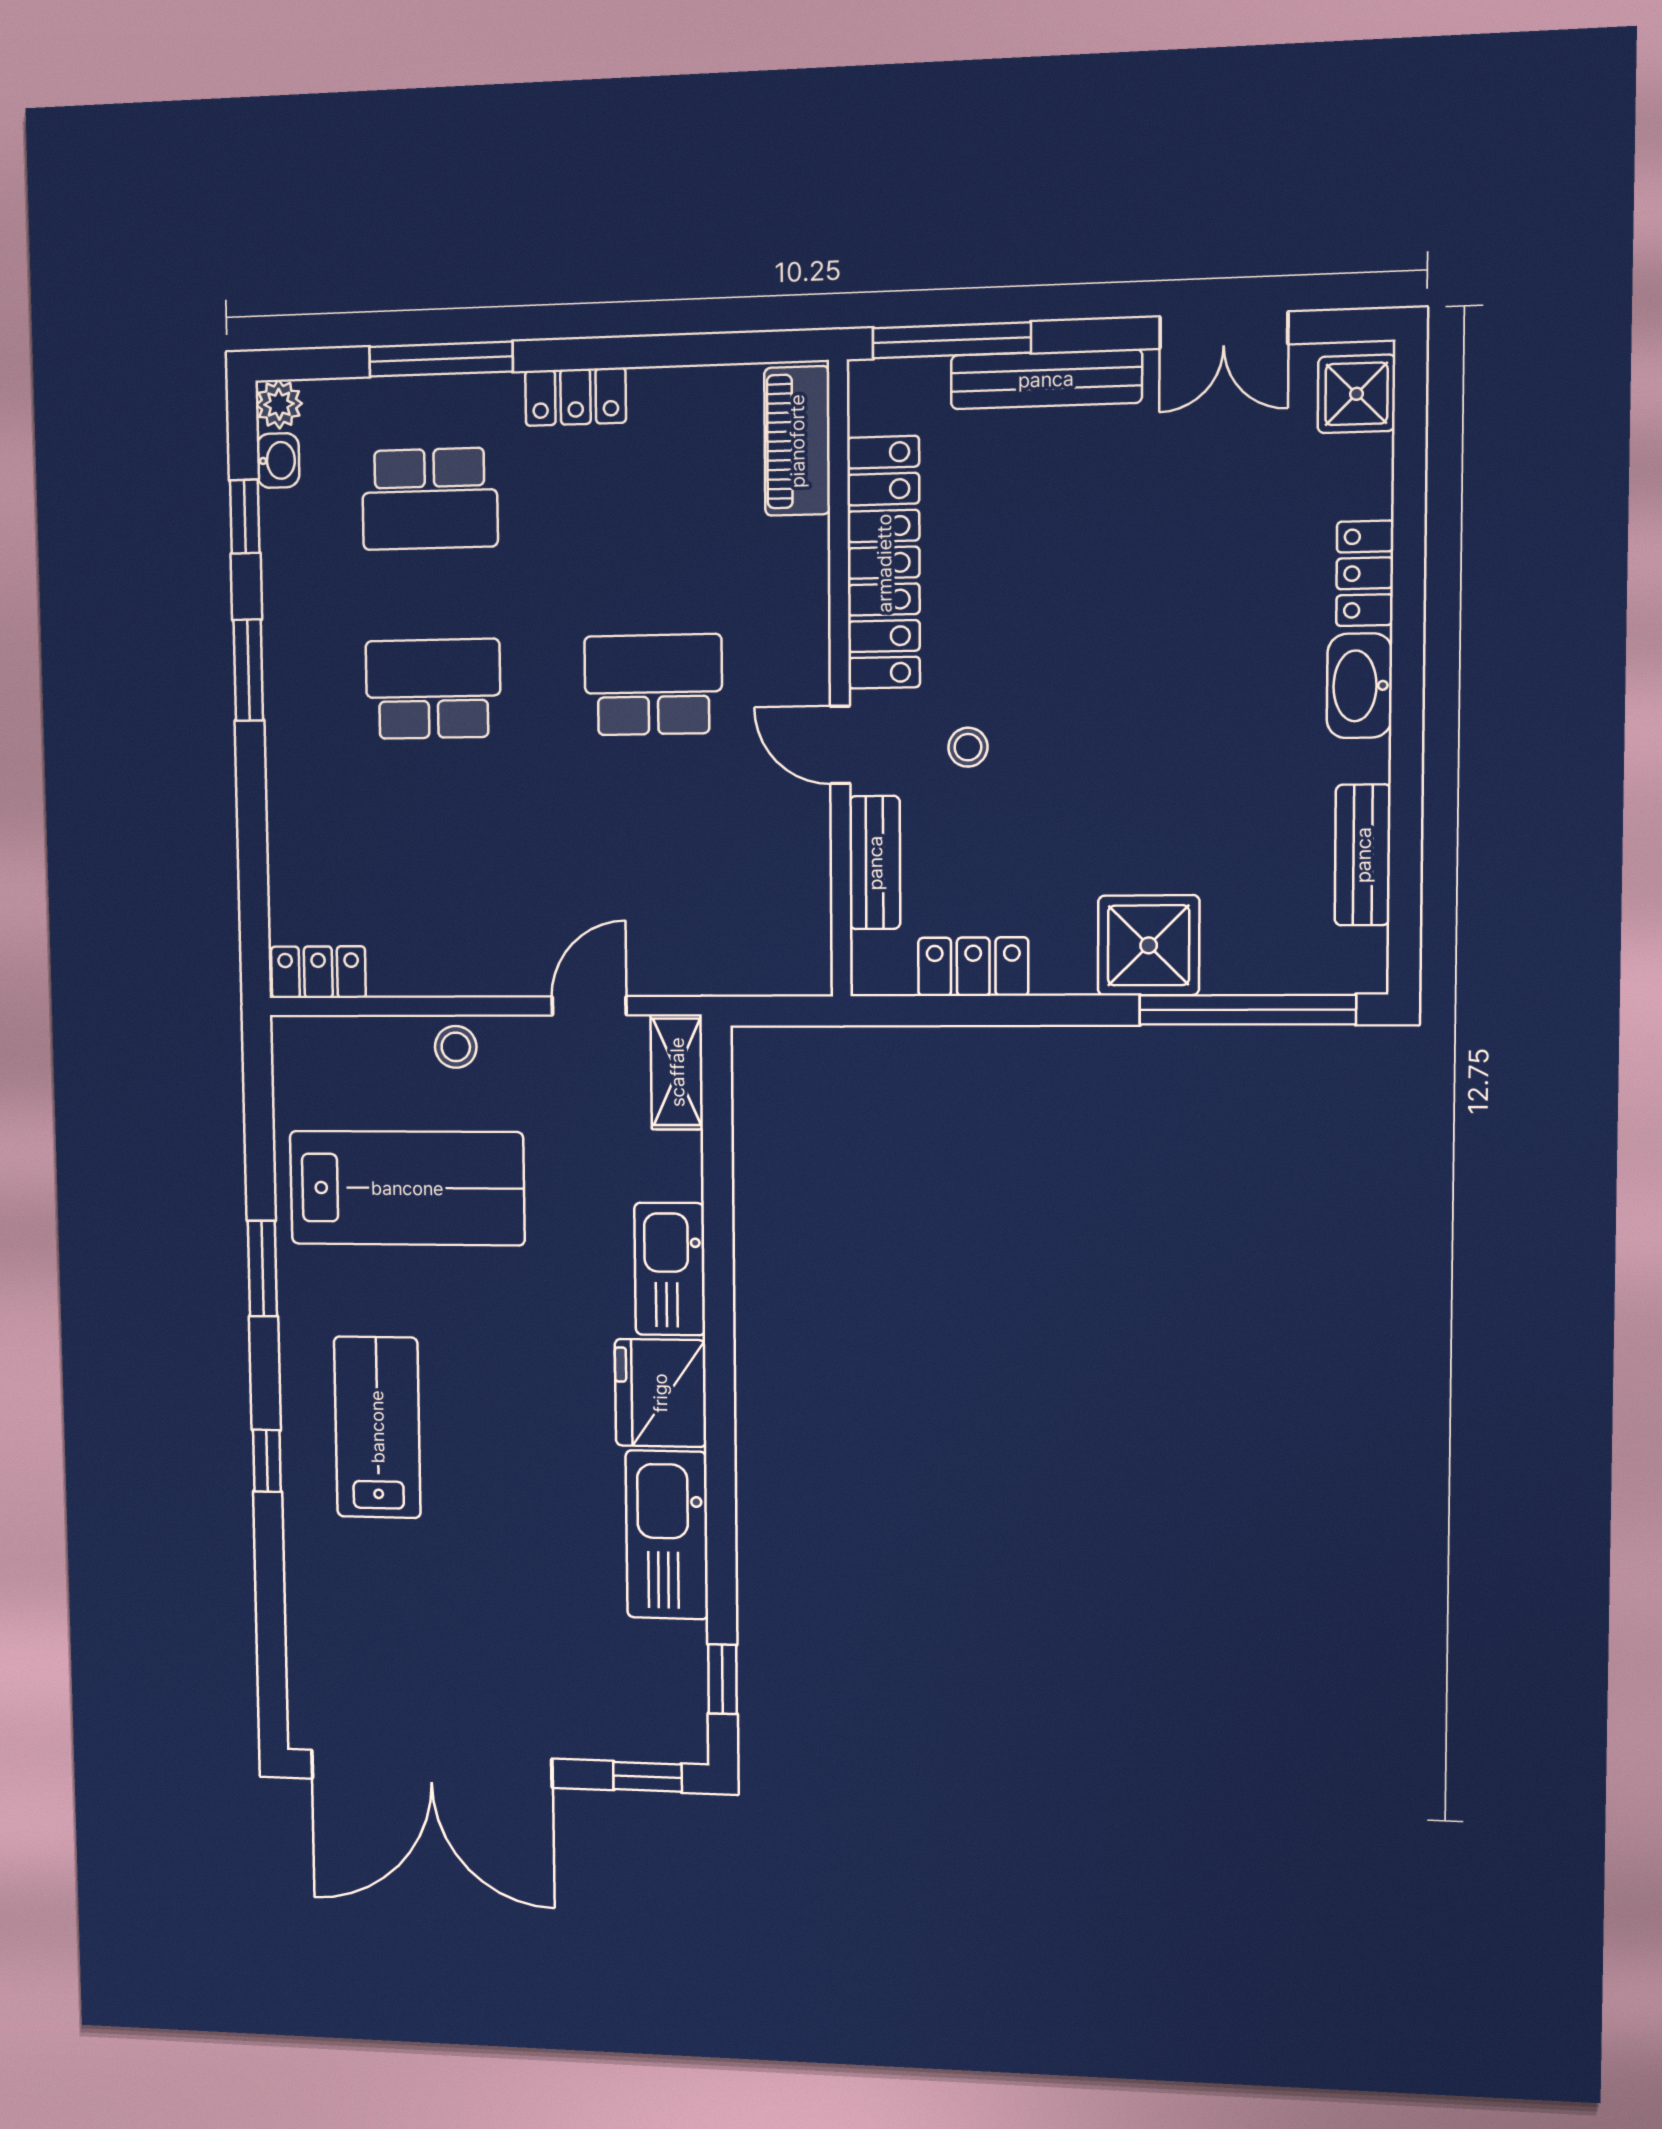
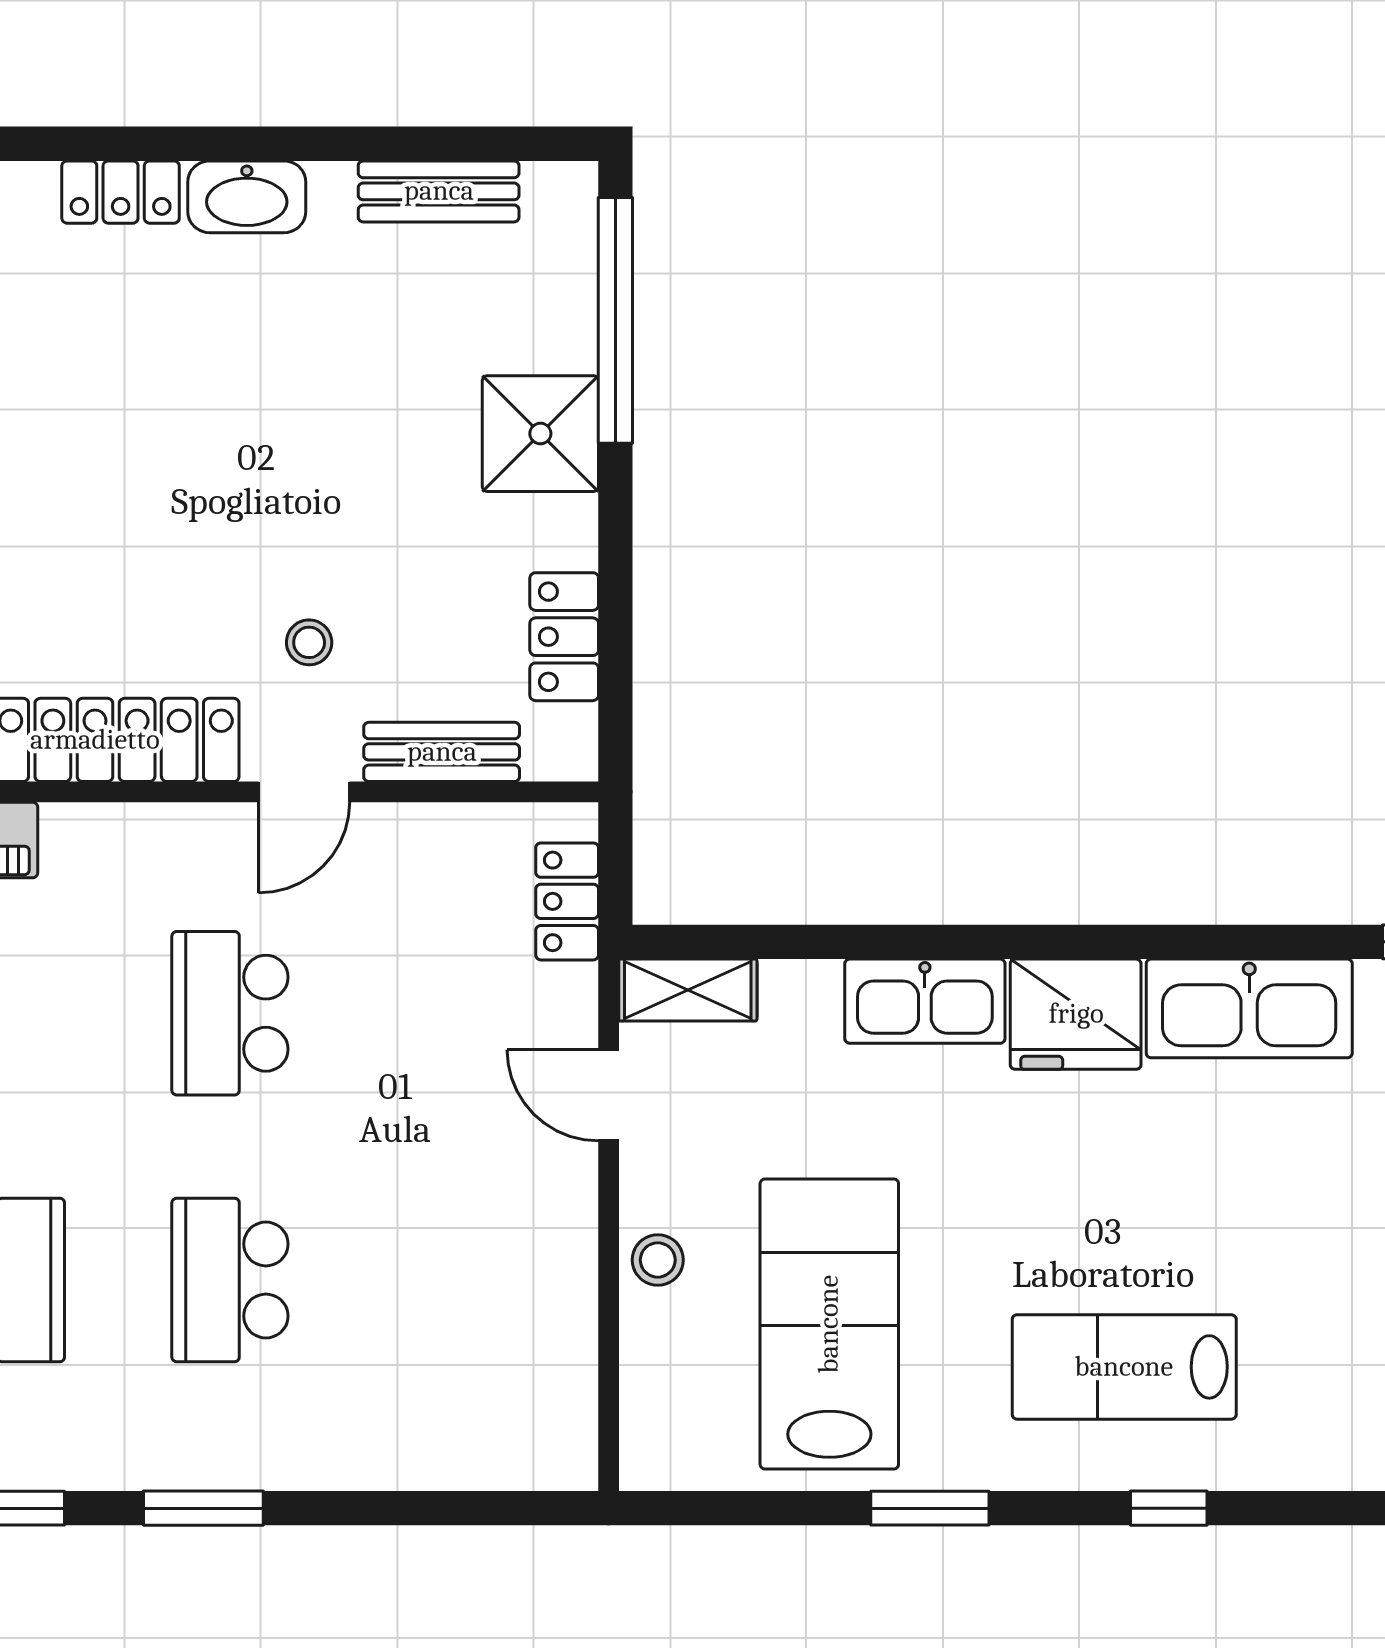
locker: (318, 972) -> (567, 901), moved

